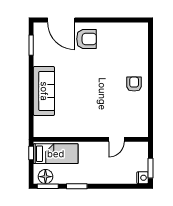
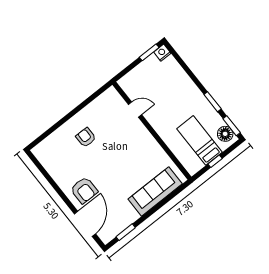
armchair: (86, 39) -> (84, 190), turned 180
armchair: (134, 84) -> (86, 137), moved, turned 90
wall: (91, 139) -> (152, 131), moved
door: (116, 139) -> (135, 109), moved

